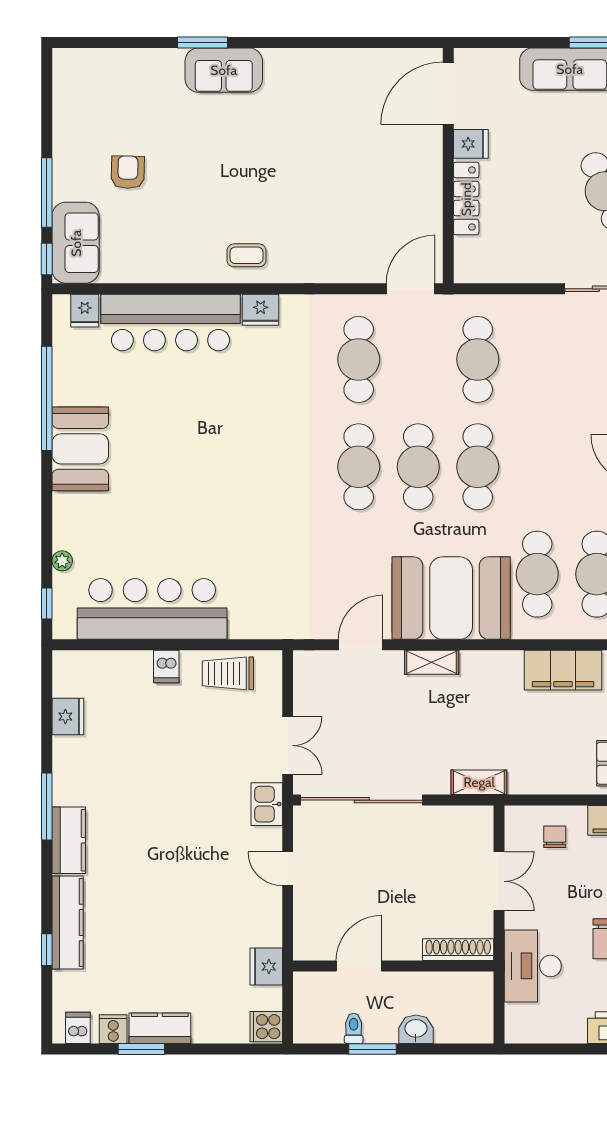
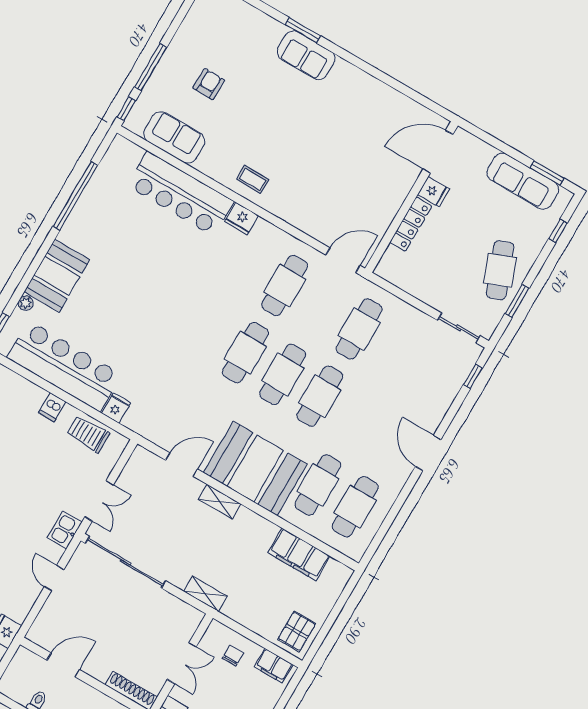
sofa: (76, 243) -> (174, 137), moved, turned -90
fridge: (85, 311) -> (116, 408), moved, turned 180
booth: (80, 449) -> (57, 276), moved

